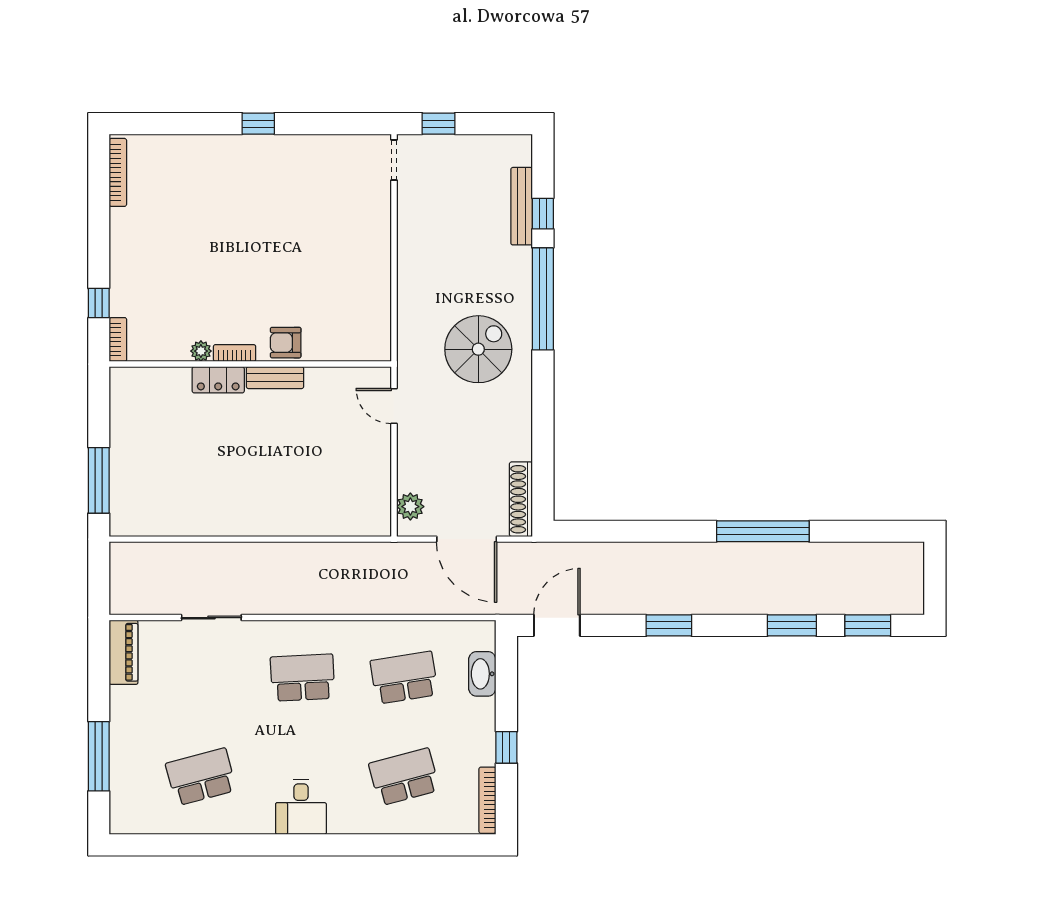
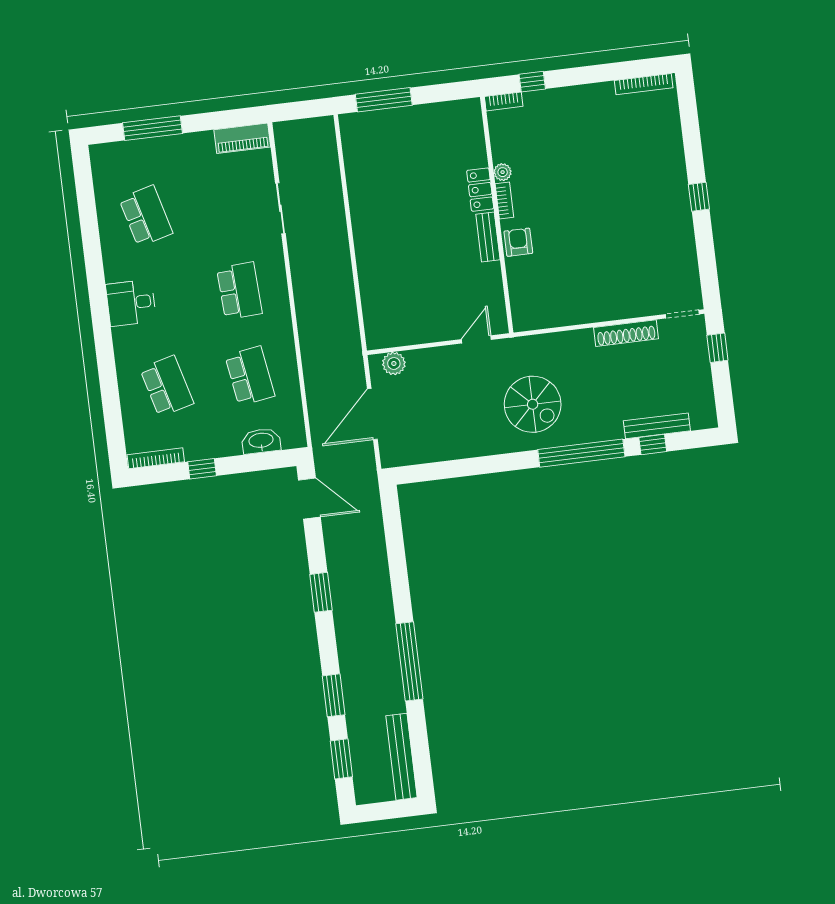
shoe rack: (521, 499) -> (626, 333), moved, turned 180
bench: (874, 554) -> (402, 757), added

